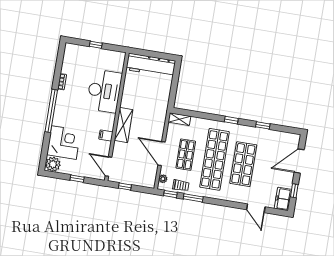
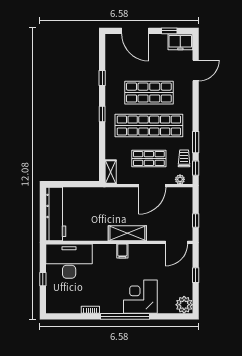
desk: (104, 91) -> (69, 261), moved
filing cabinet: (106, 135) -> (122, 251), moved
corner desk: (64, 143) -> (140, 297), moved

